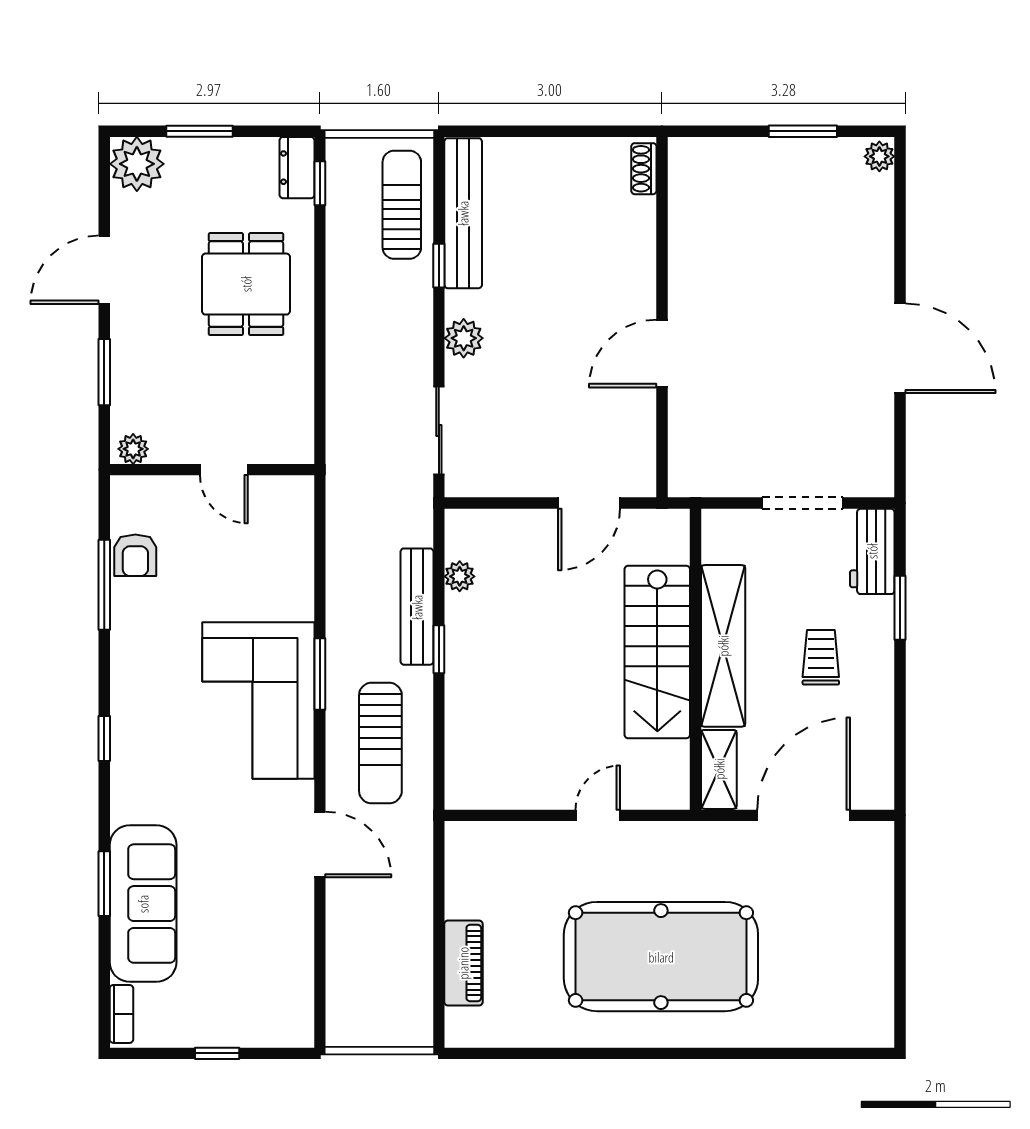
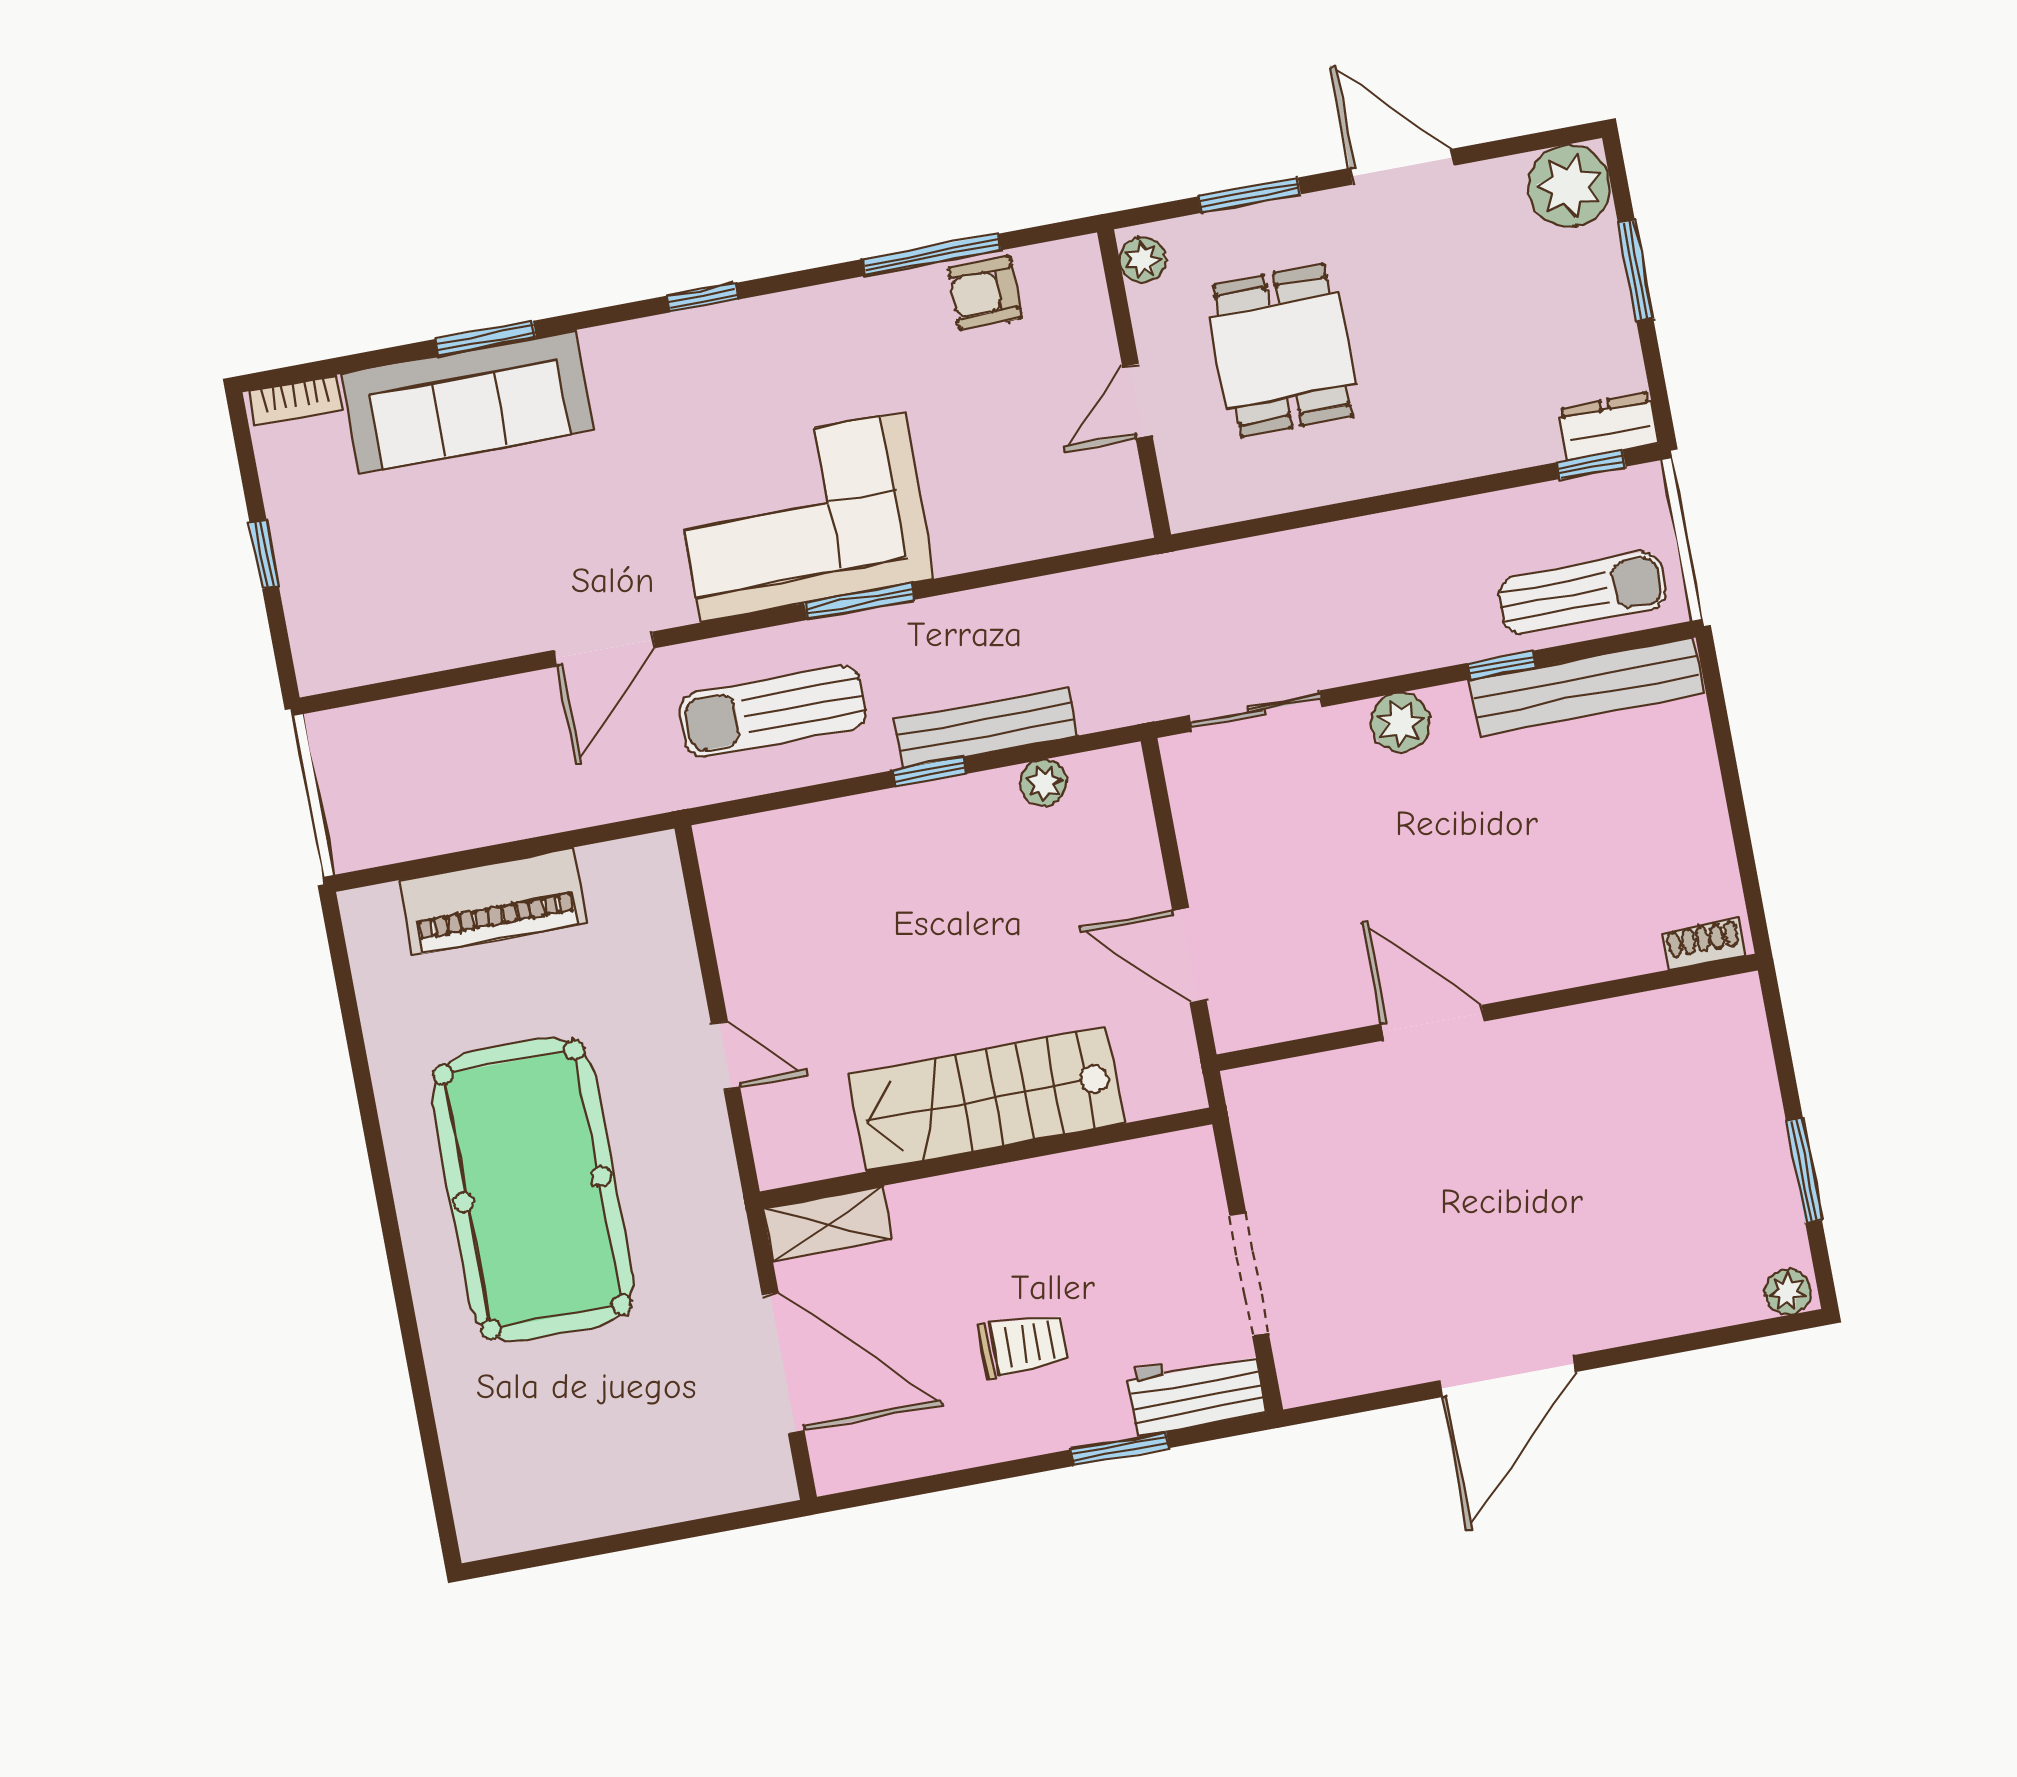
dining table: (246, 284) -> (1283, 350), moved, turned 90
shelving: (723, 646) -> (1014, 1195), removed
piano: (463, 963) -> (493, 901), width x1.37, depth x1.33

